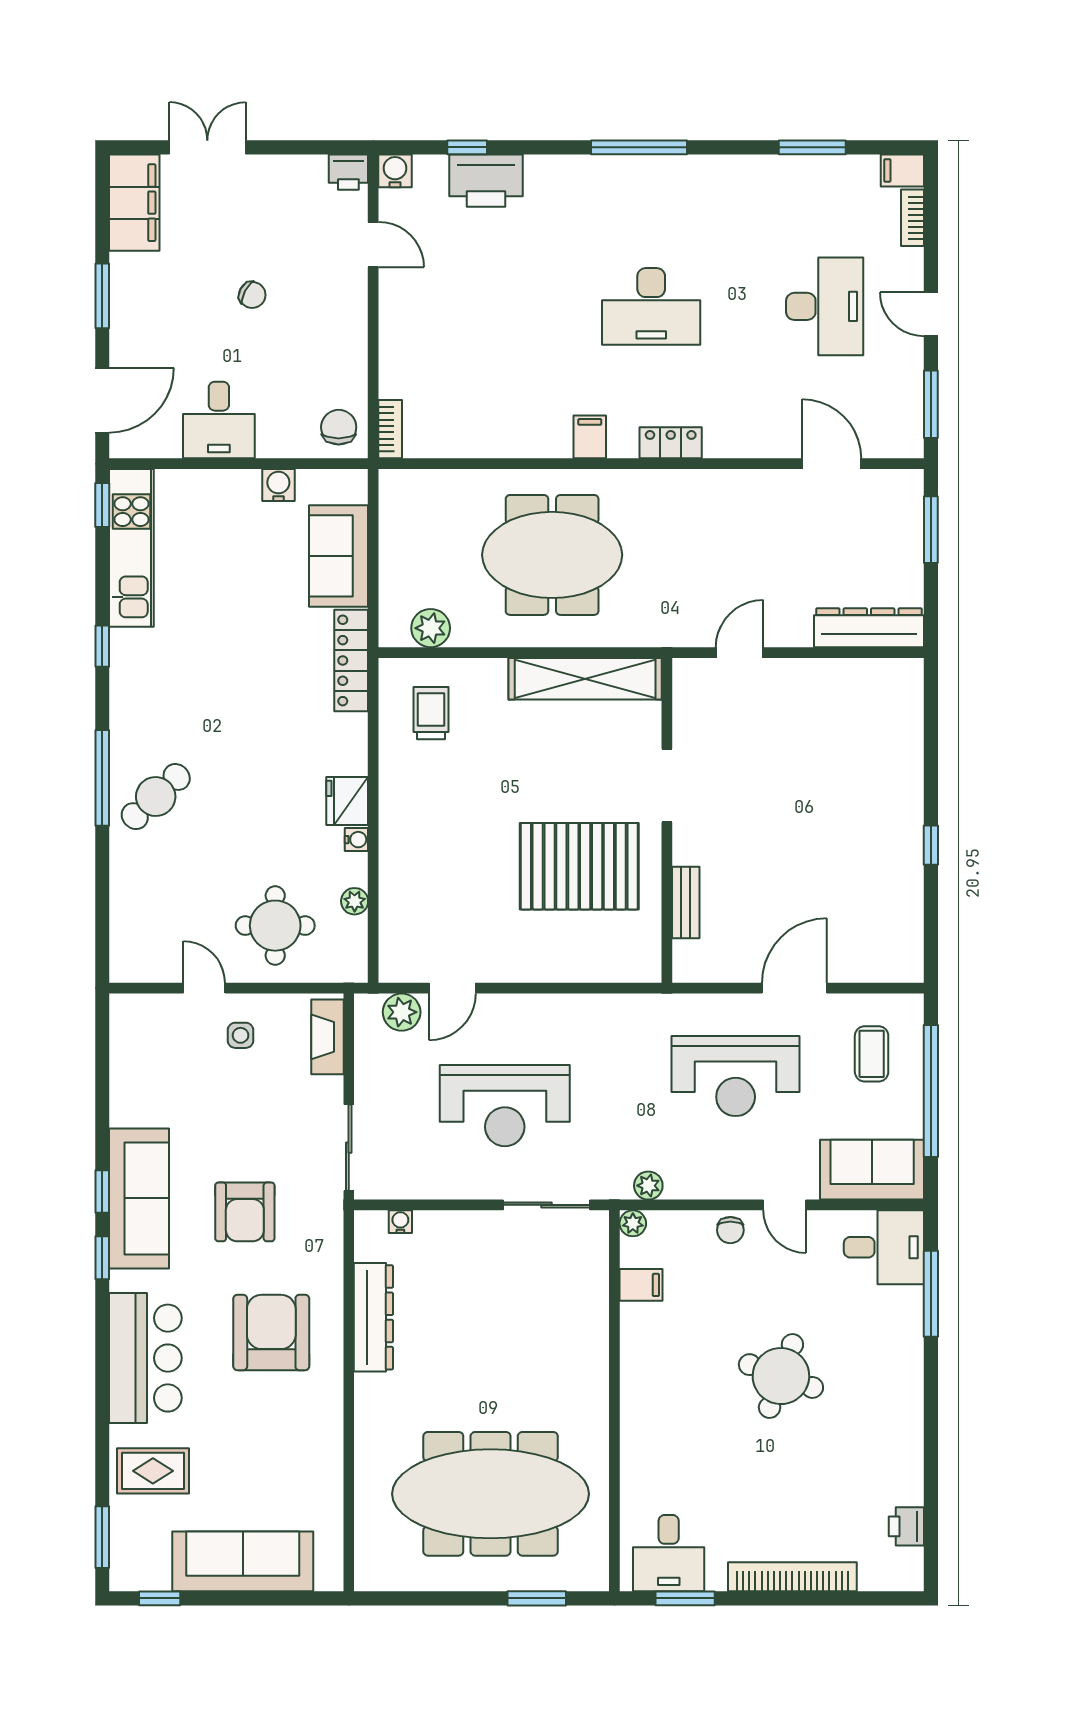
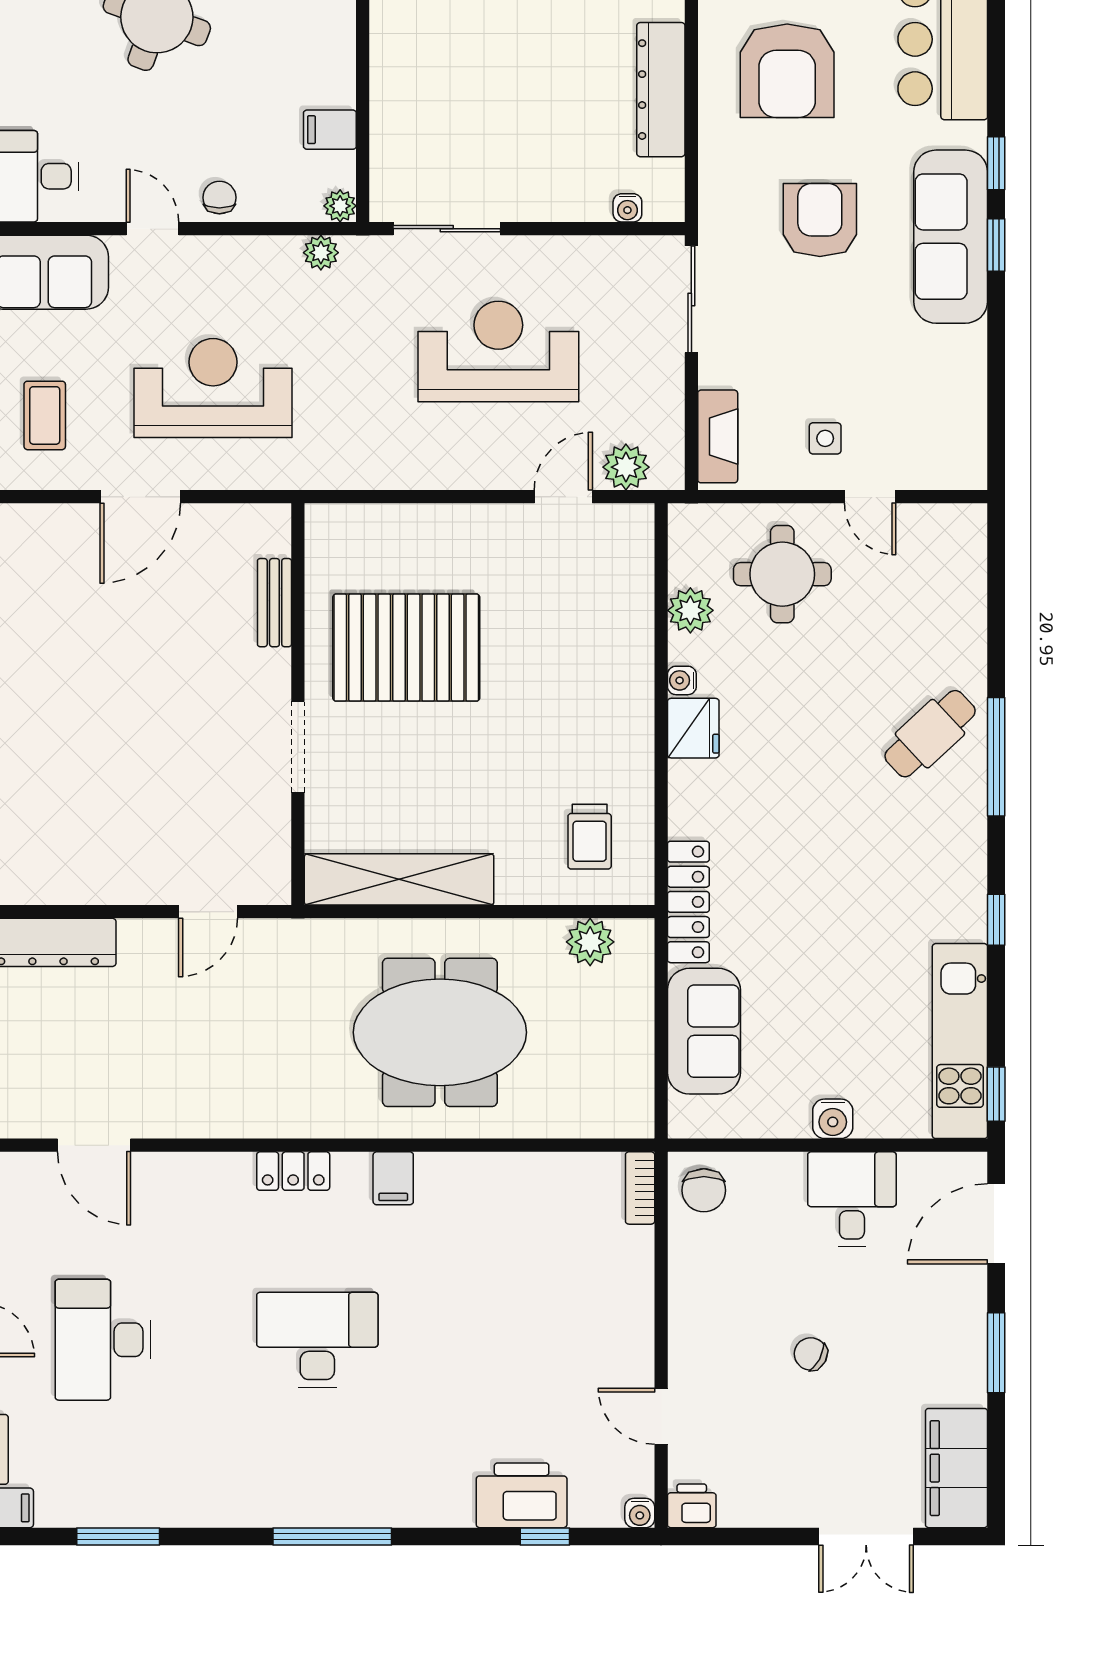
water cooler: (395, 171) -> (640, 1513), width x0.72, depth x0.72
water cooler: (278, 485) -> (833, 1119), moved
plant: (355, 901) -> (690, 610), width x1.38, depth x1.38

